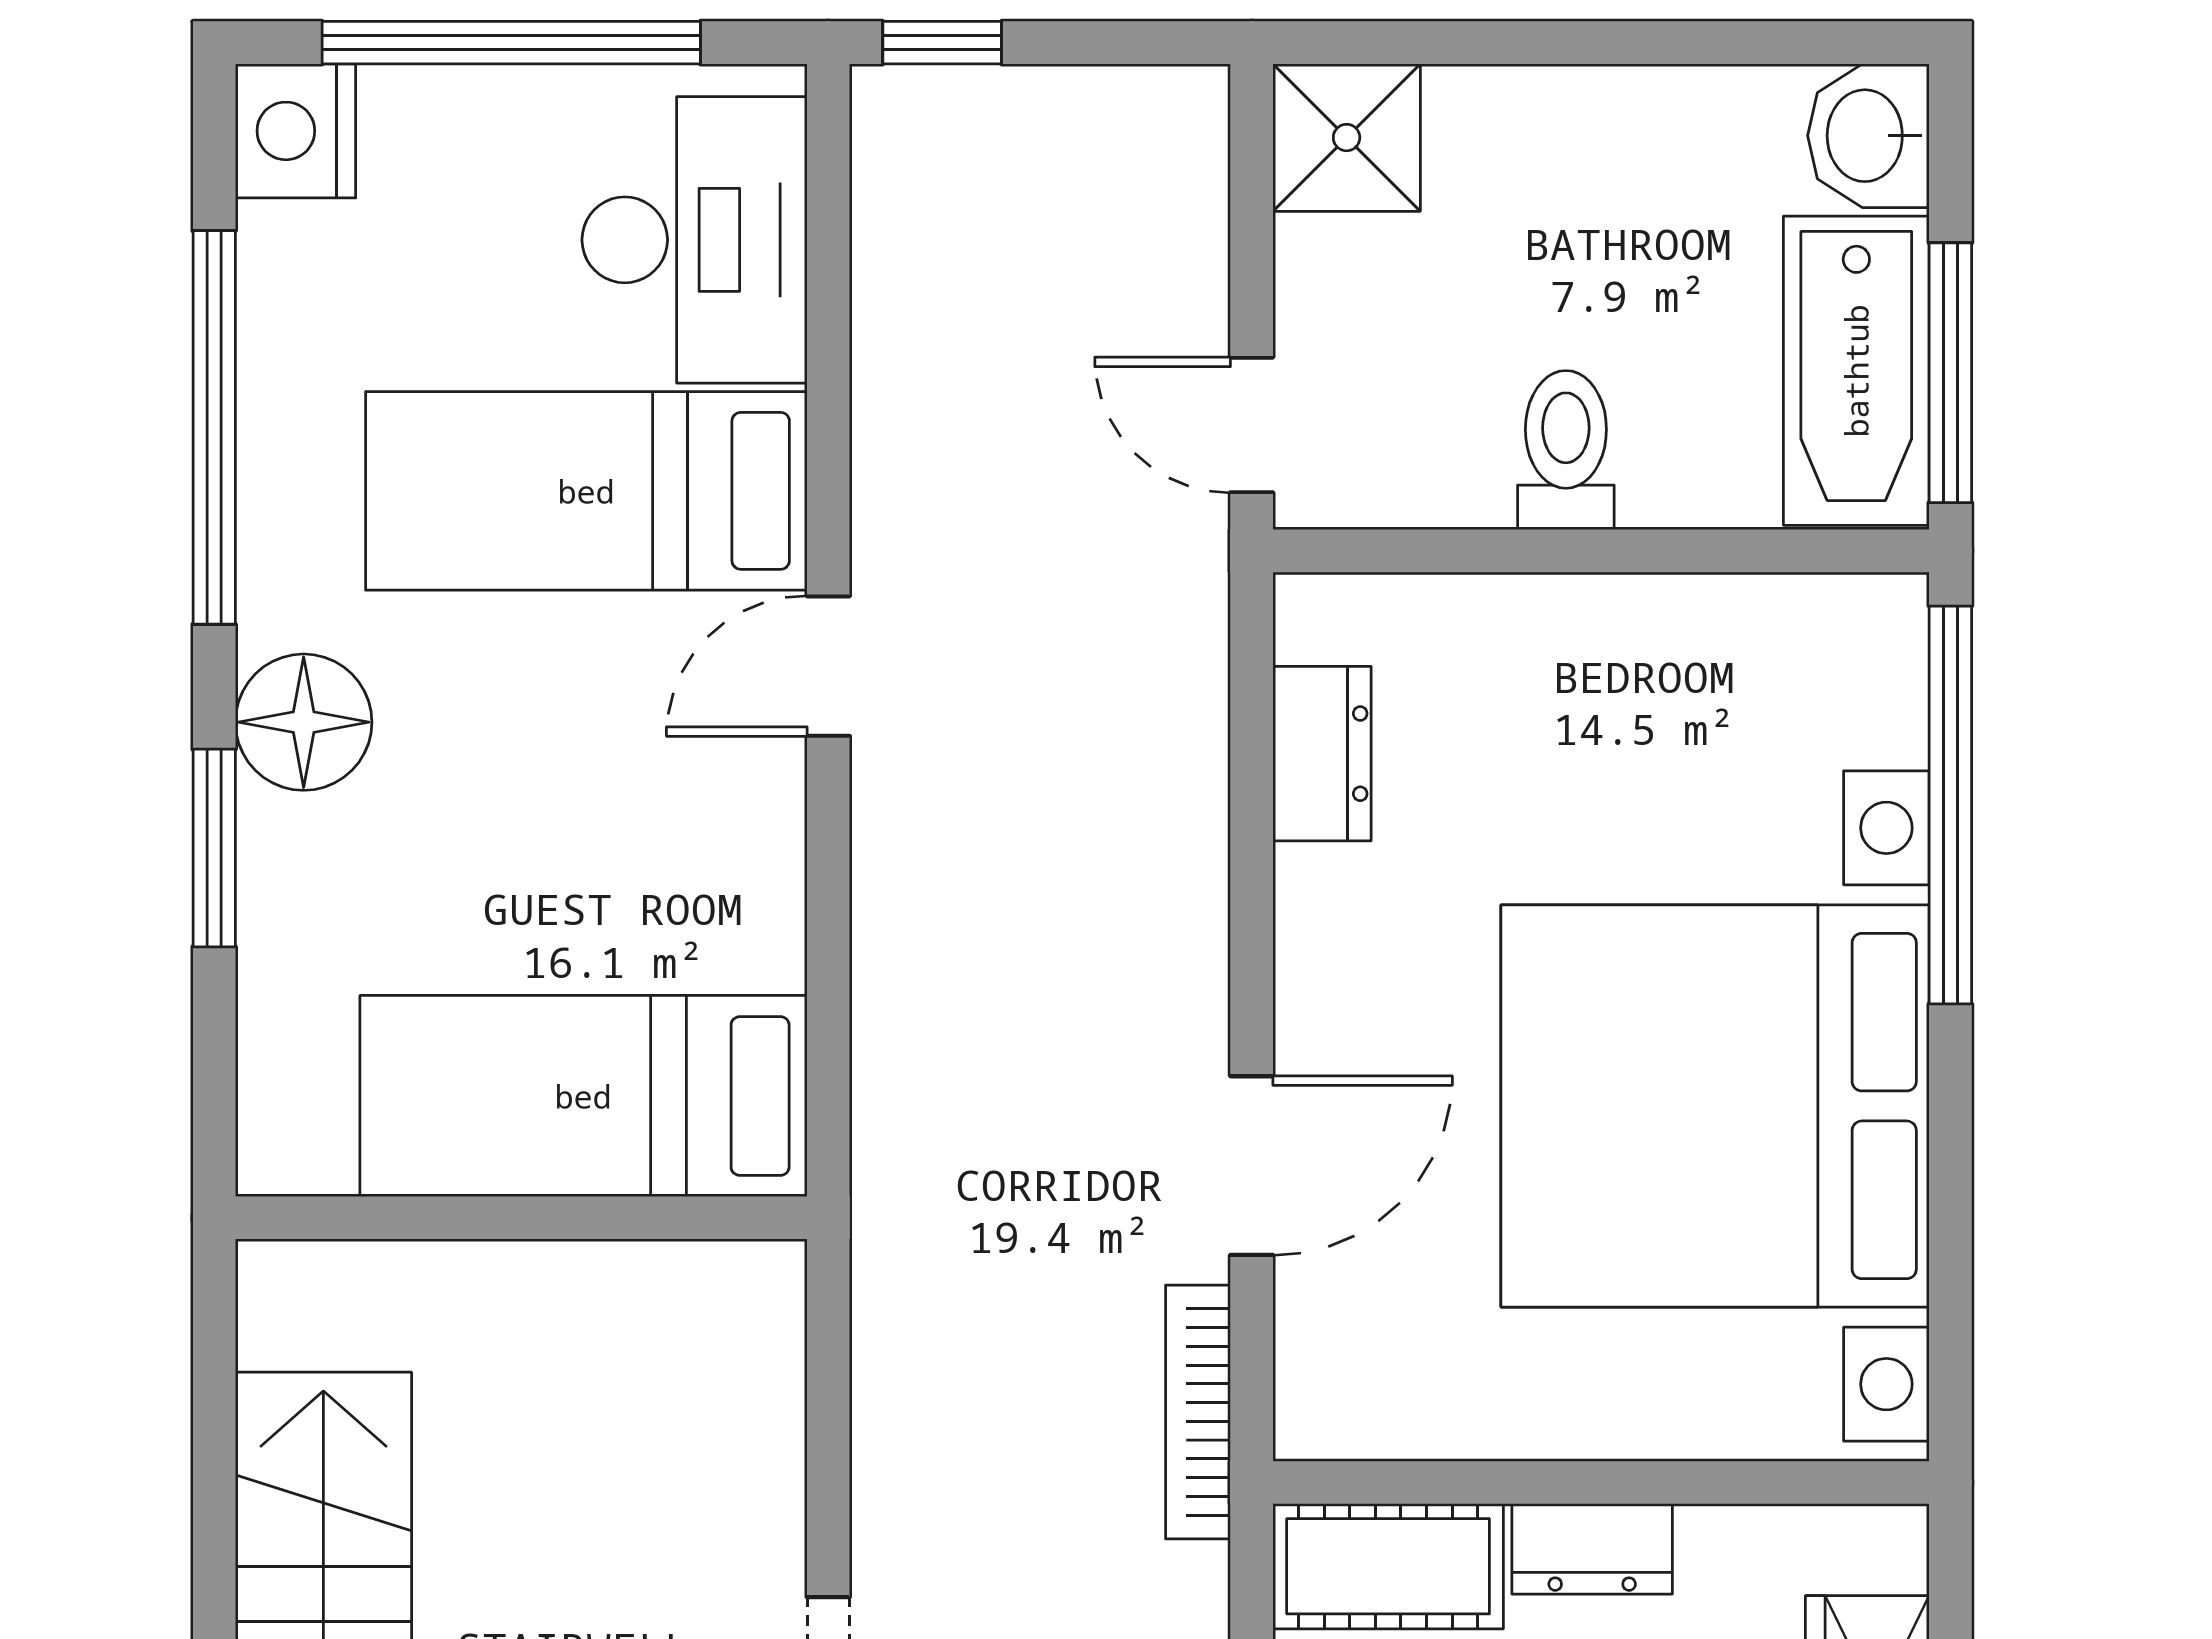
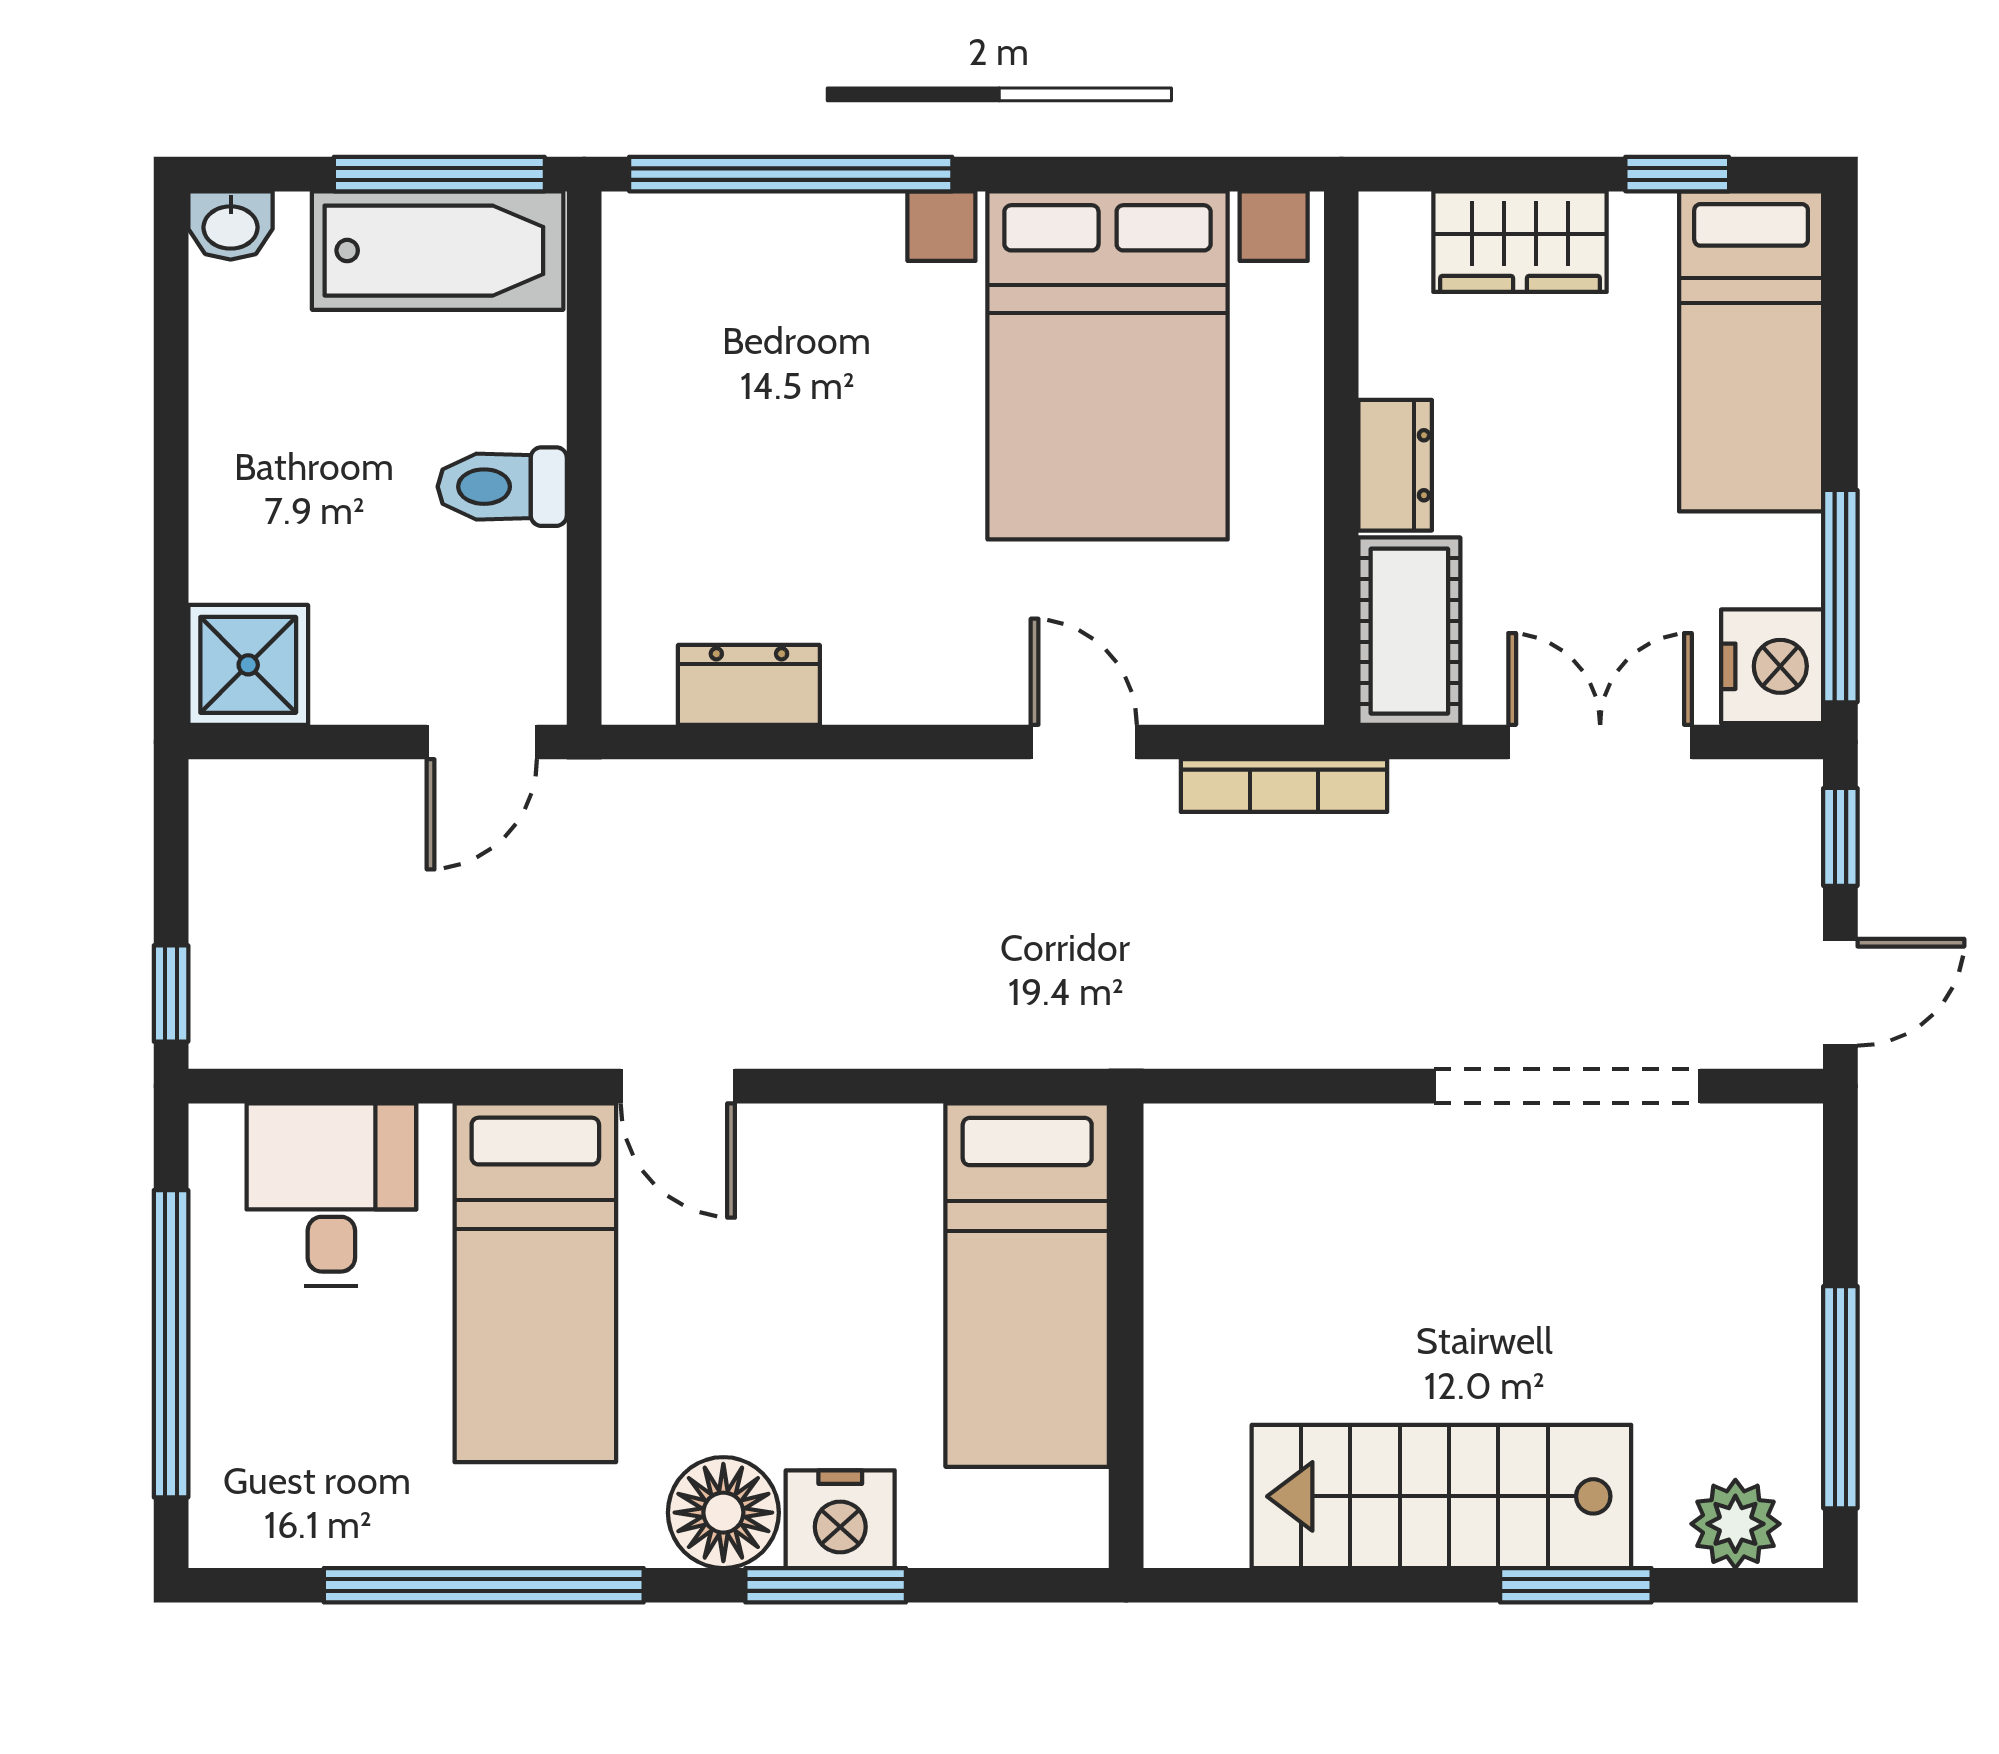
nightstand: (295, 131) -> (840, 1519), moved
washbasin: (1868, 136) -> (231, 225), width x0.72, depth x0.69
desk: (695, 240) -> (331, 1195), width x0.73
bed with nightstands: (1715, 1106) -> (1108, 365), width x0.73
door: (1252, 1166) -> (1084, 742), width x0.73

